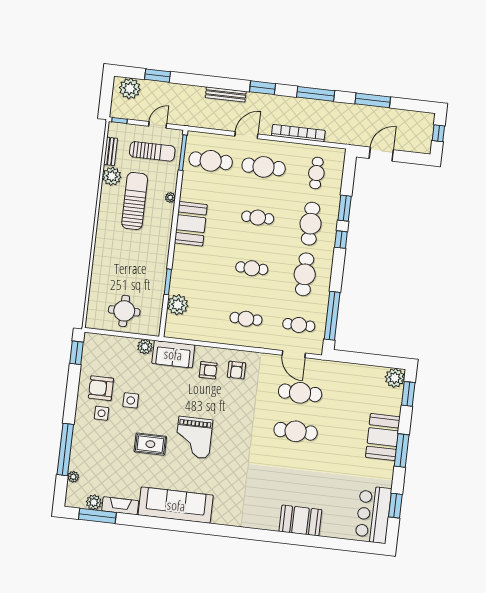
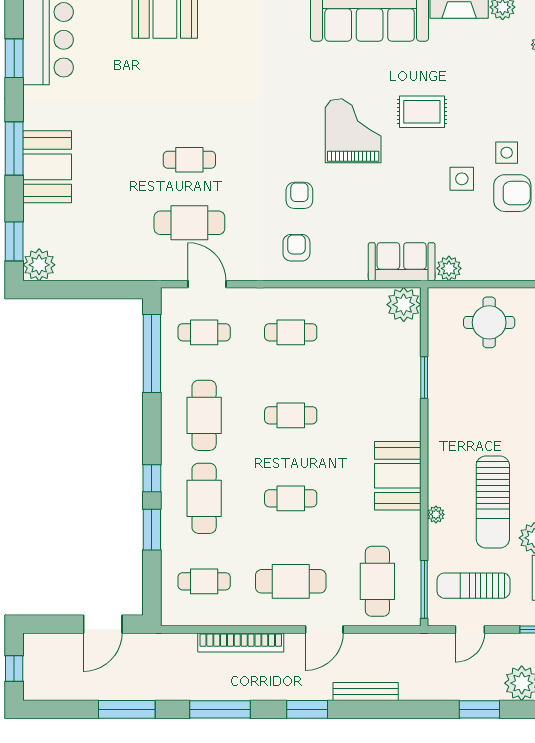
cafe table: (211, 161) -> (377, 581), turned 90
cafe table: (316, 173) -> (204, 581), turned 90
plant: (178, 305) -> (404, 305), moved
armchair: (208, 370) -> (299, 195), moved, turned 90
cafe table: (296, 431) -> (189, 160), width x0.73, depth x0.74

